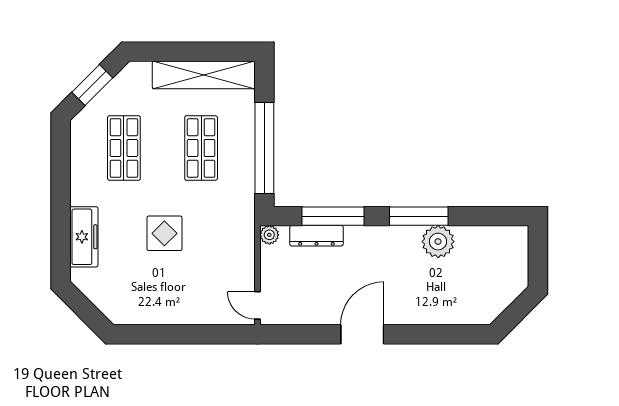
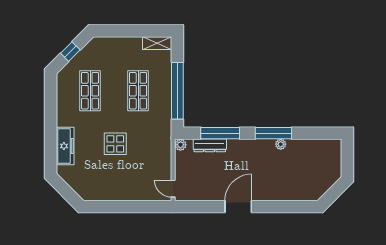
shelving: (204, 75) -> (157, 43), width x0.45, depth x0.75
window: (92, 85) -> (70, 52), width x0.67
plant: (438, 242) -> (281, 144), width x0.53, depth x0.53

